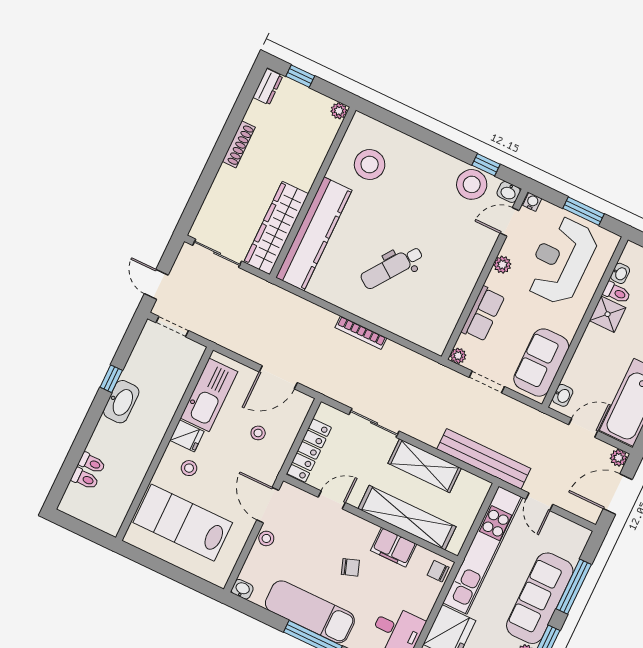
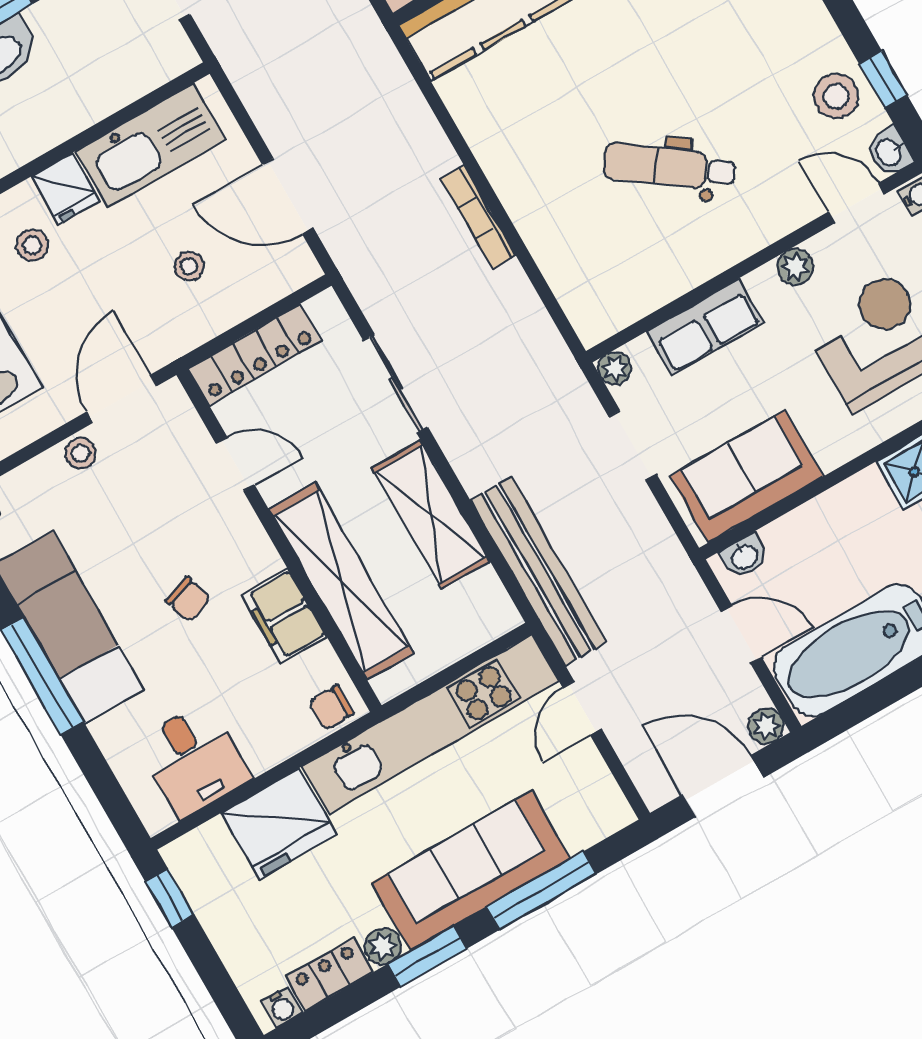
stool: (472, 184) -> (836, 96), width x0.73, depth x0.73
dental chair: (392, 267) -> (670, 167), moved
chair: (438, 571) -> (331, 707), turned -90

